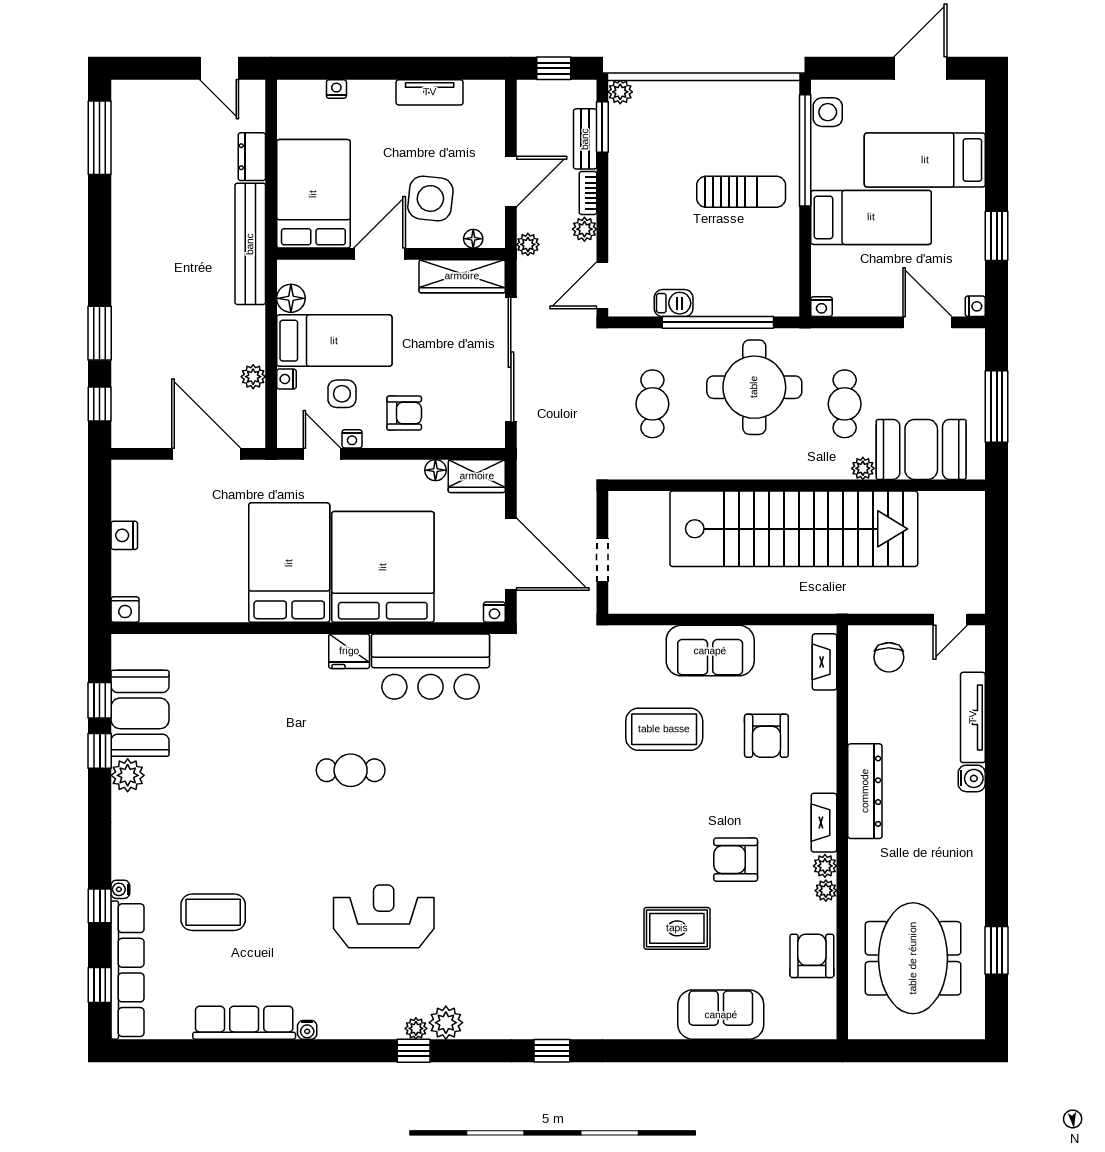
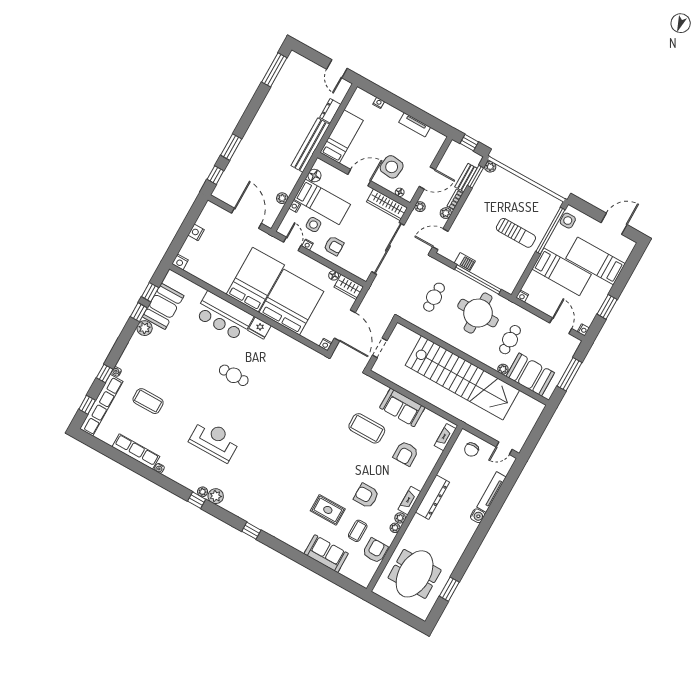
bed: (313, 194) -> (342, 137), width x0.67
bar counter: (430, 666) -> (224, 316), moved
coffee table: (757, 937) -> (358, 531), added

